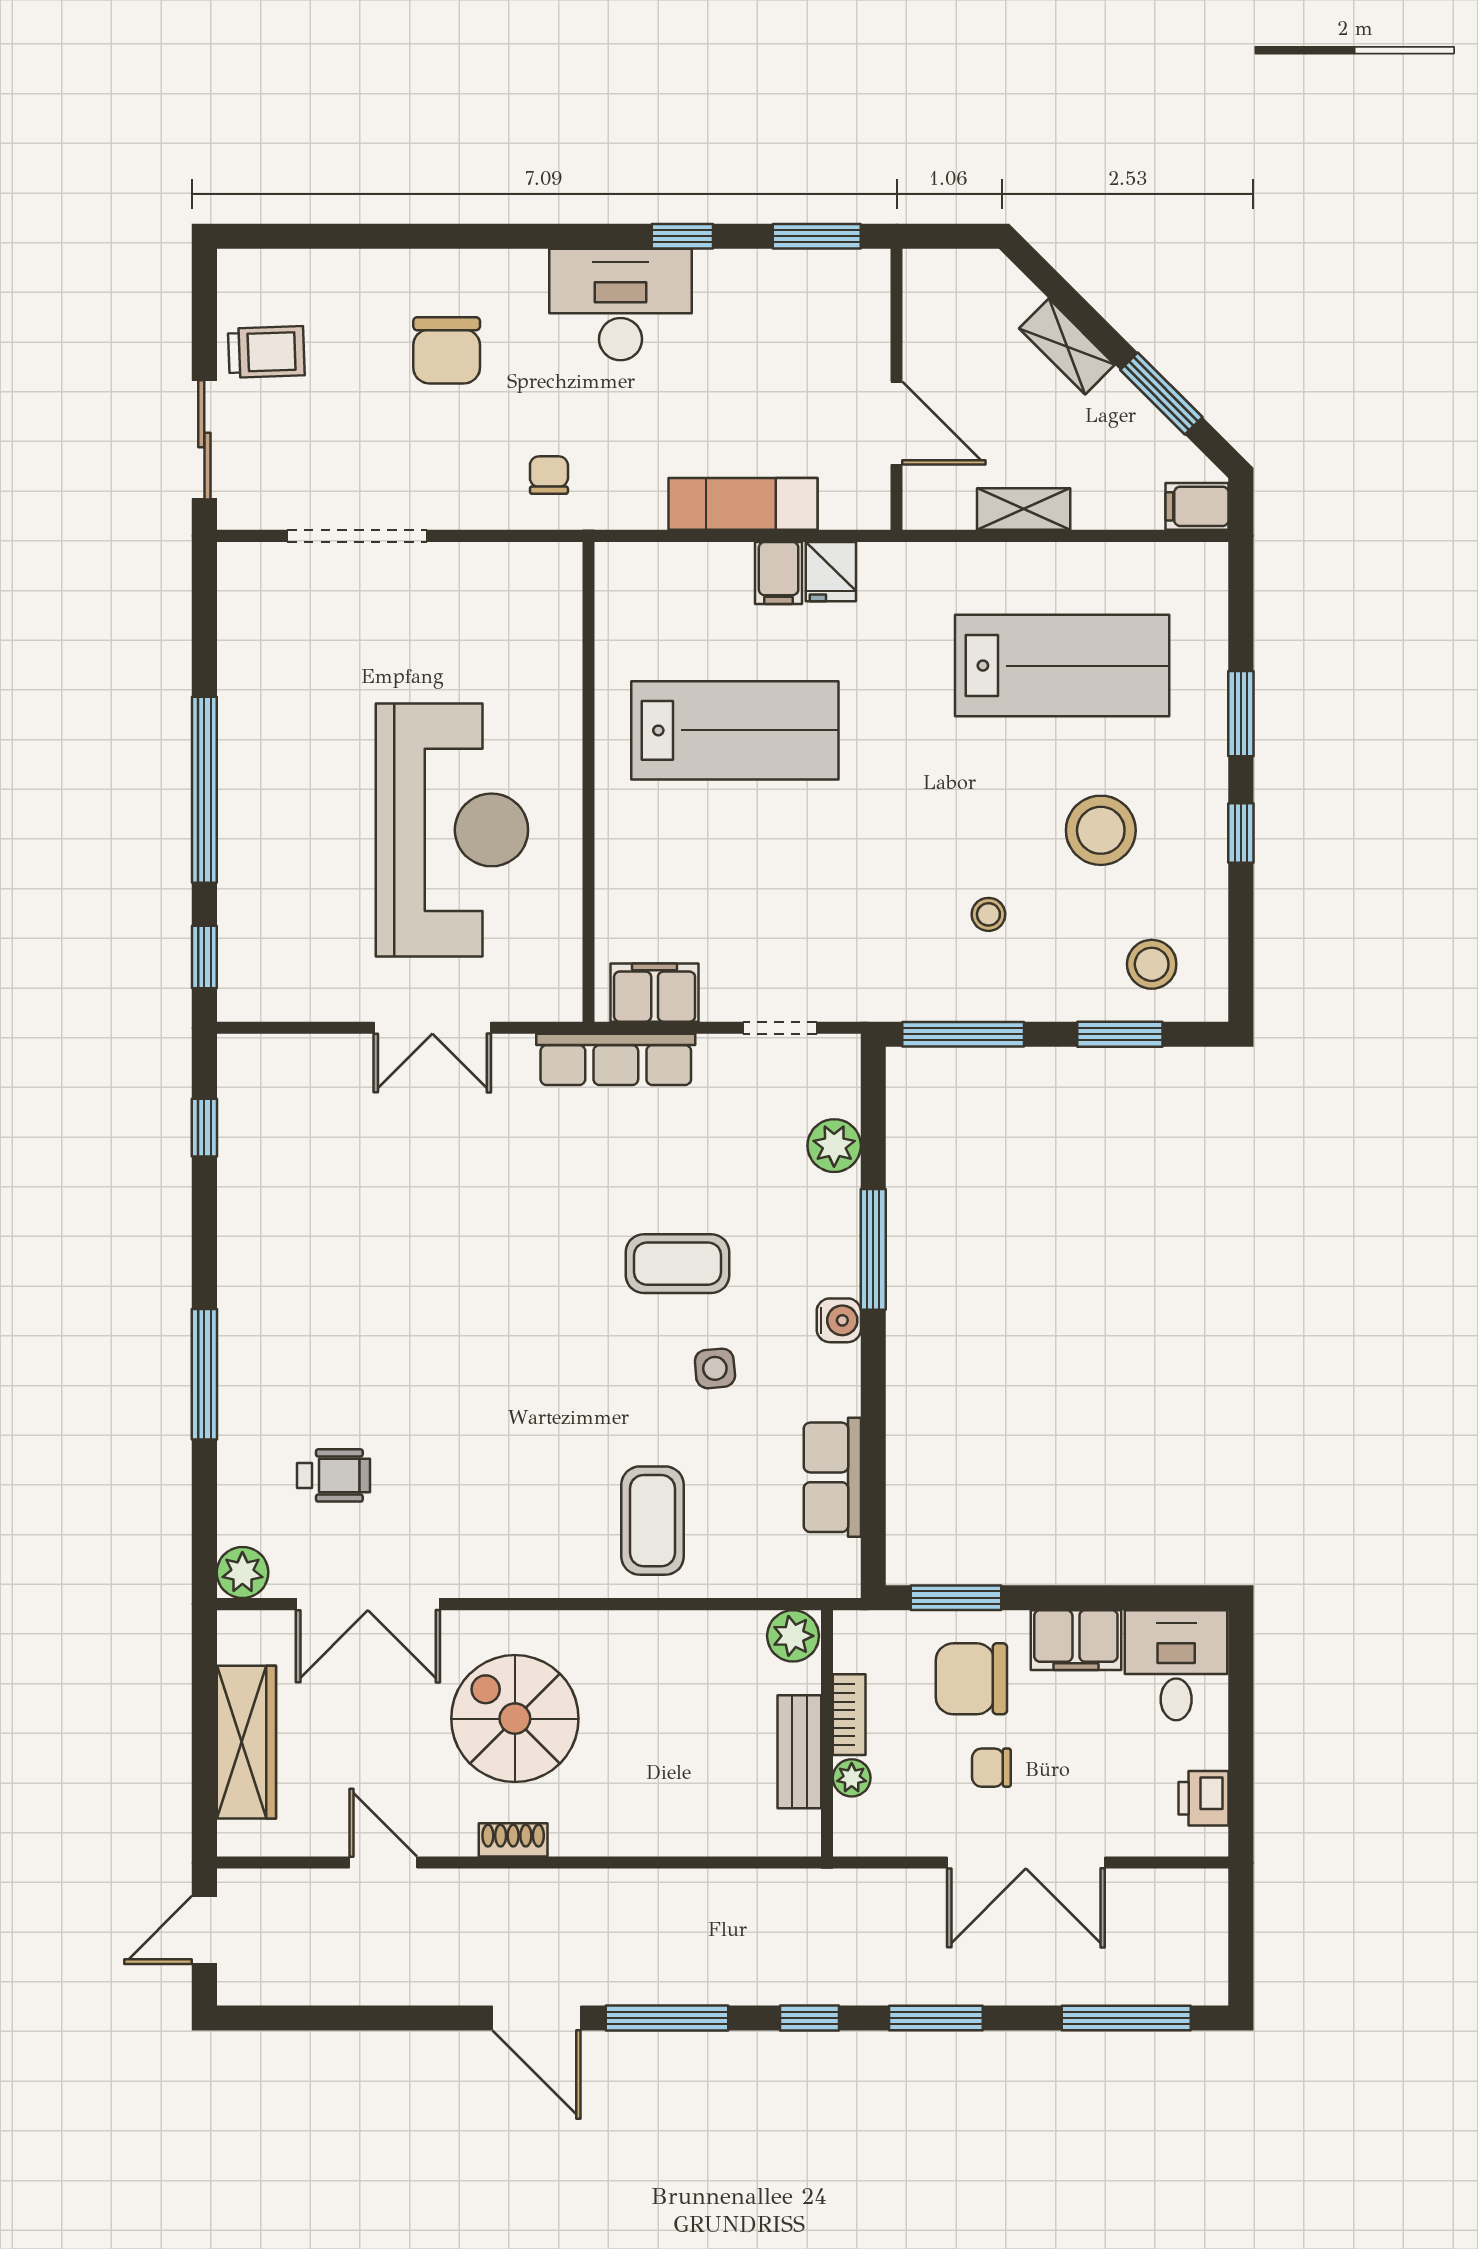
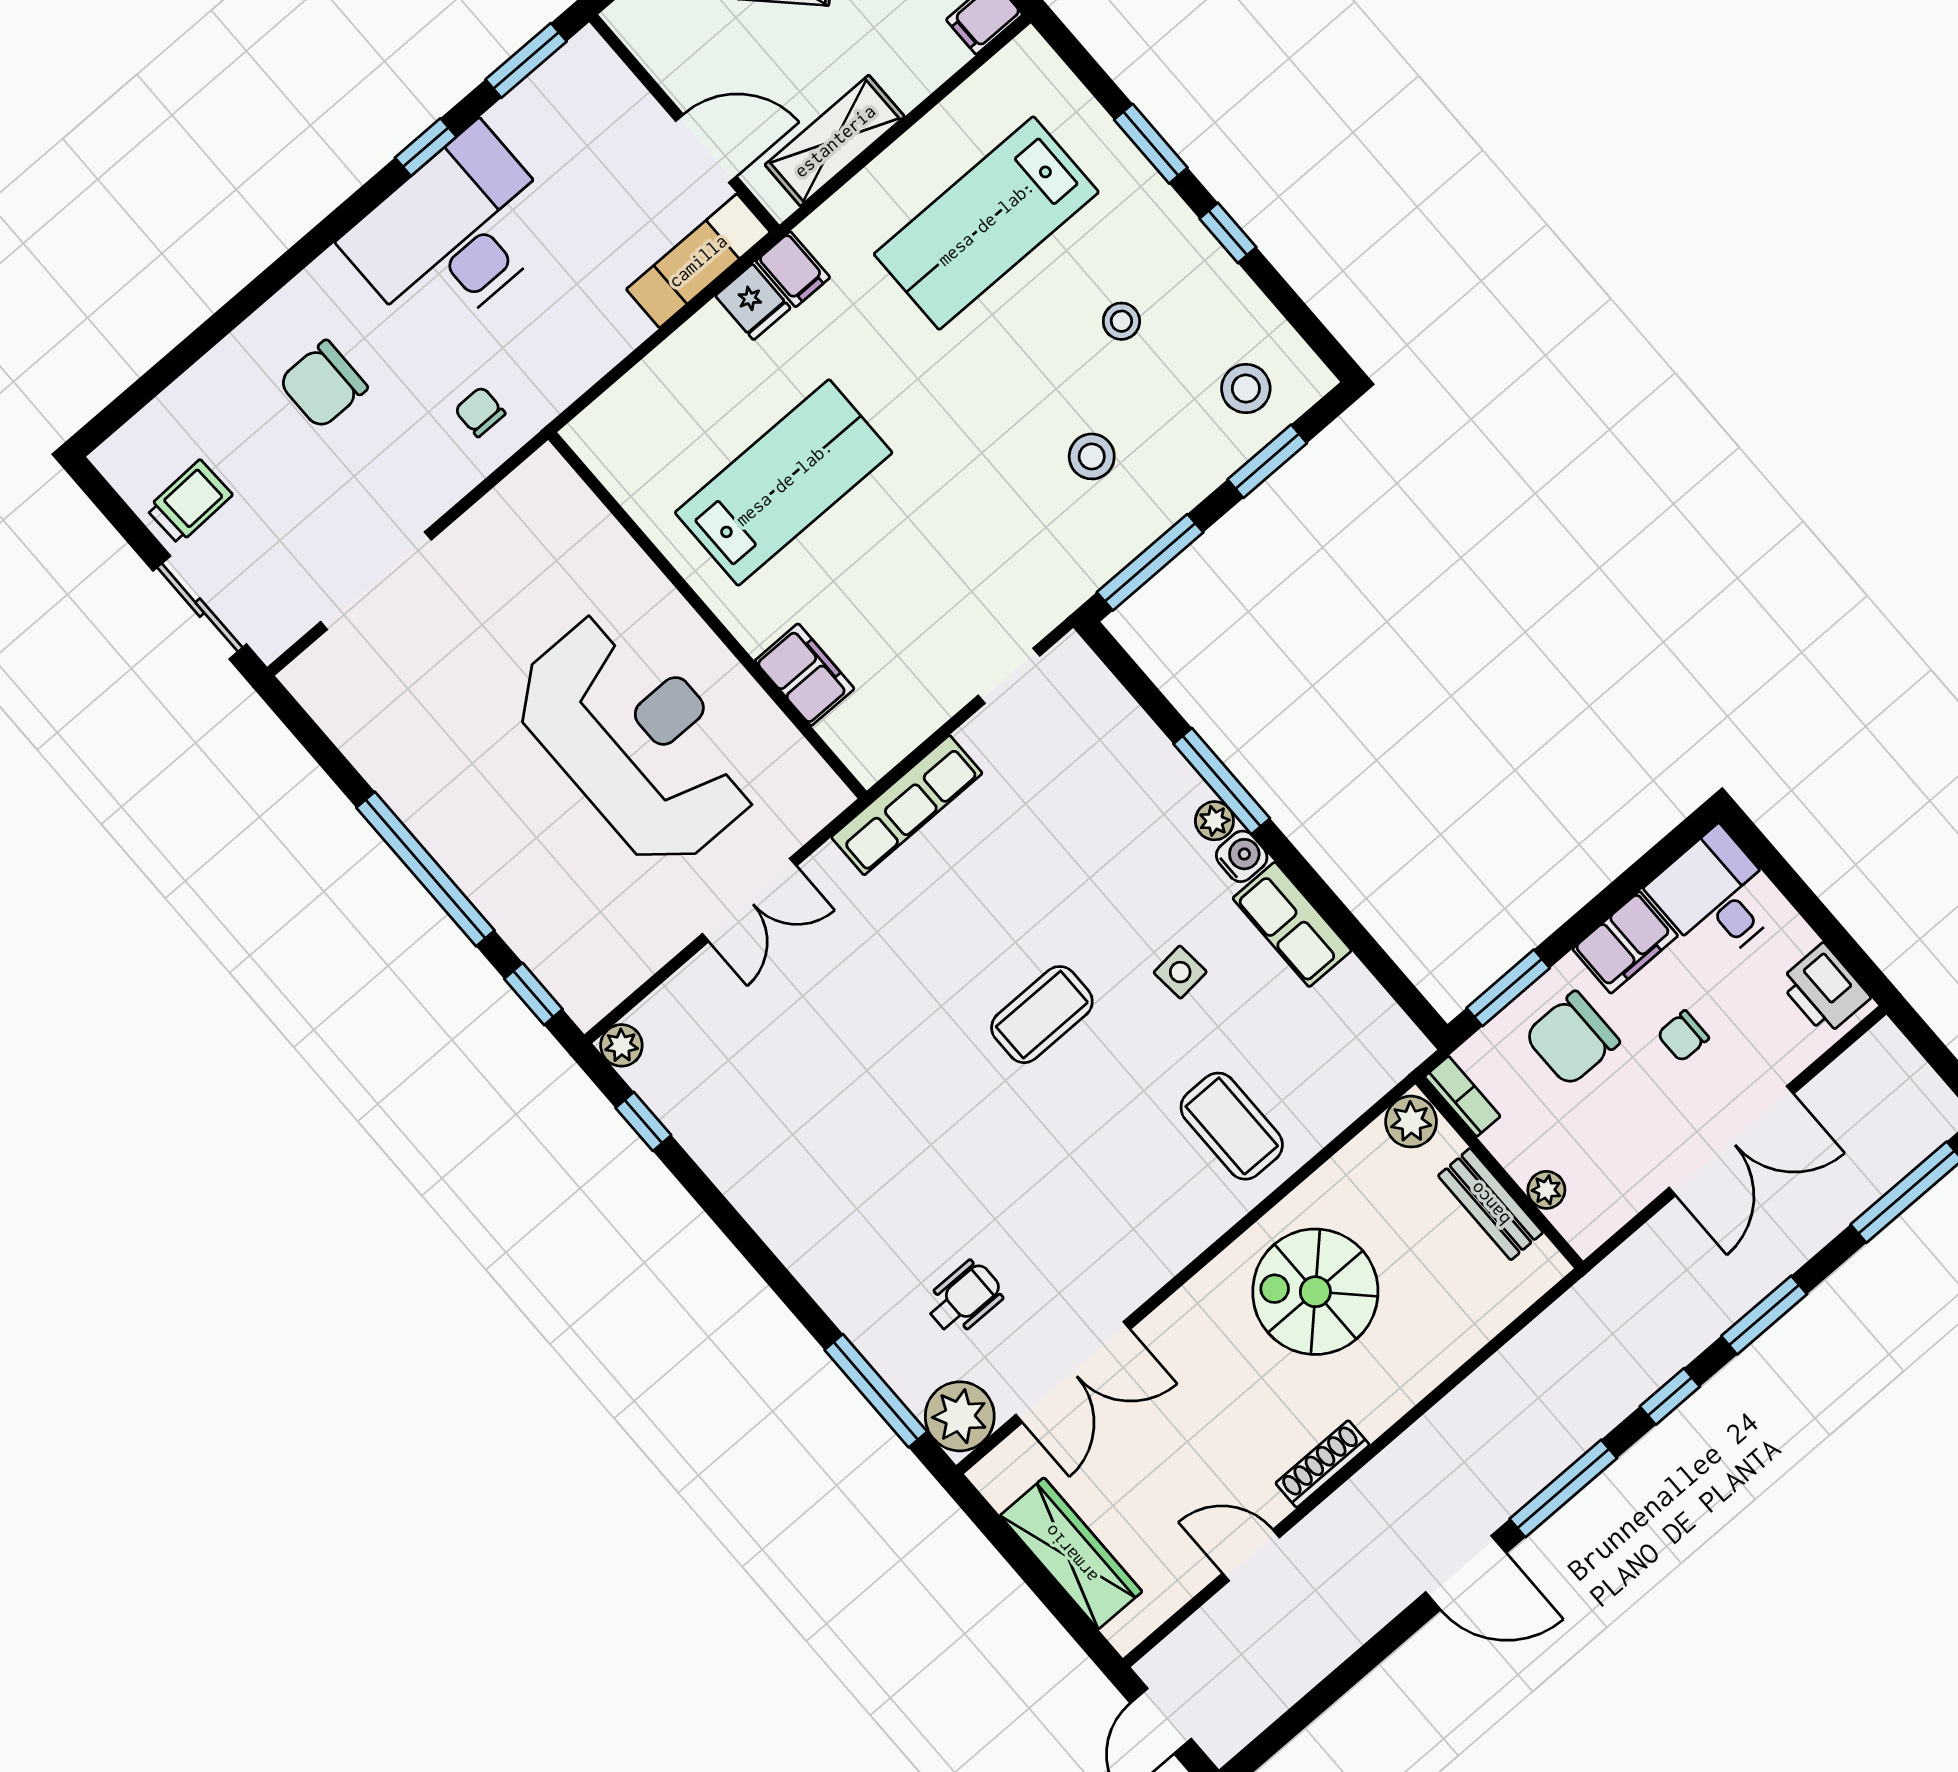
desk: (621, 305) -> (454, 234), width x1.36, depth x1.30
chair: (447, 350) -> (323, 384), turned 90
exam couch: (743, 504) -> (698, 261), moved
shelving: (1024, 509) -> (835, 141), width x1.50, depth x1.33
filing cabinet: (779, 573) -> (793, 269), moved
lab bench: (1062, 666) -> (986, 223), turned 180
stool: (1101, 830) -> (1121, 321), width x0.53, depth x0.53
stool: (988, 914) -> (1092, 456), width x1.37, depth x1.37
filing cabinet: (655, 993) -> (805, 675), moved, turned 90
plant: (238, 1055) -> (621, 1045), added
plant: (834, 1146) -> (1214, 821), moved, width x0.73, depth x0.73
coffee table: (677, 1264) -> (1042, 1015), moved
window: (204, 1374) -> (876, 1391), moved
row of seats: (832, 1477) -> (1292, 924), moved
plant: (242, 1572) -> (960, 1416), width x1.36, depth x1.36
bookcase: (849, 1715) -> (1462, 1096), moved
spiral stairs: (515, 1719) -> (1315, 1292), moved
chair: (991, 1768) -> (1683, 1036), moved
printer: (1203, 1798) -> (1824, 989), width x1.36, depth x1.24
shoe rack: (513, 1840) -> (1323, 1464), width x1.43

